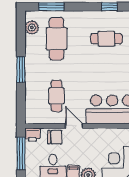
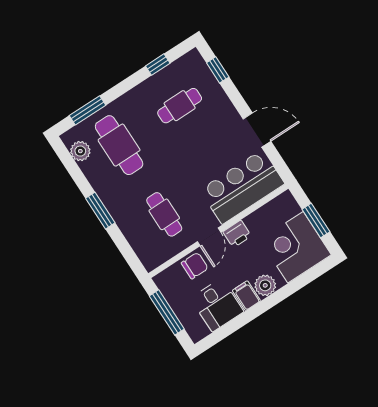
door: (74, 126) -> (209, 237), swing flipped
printer: (32, 135) -> (237, 234), moved

